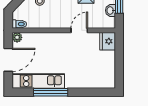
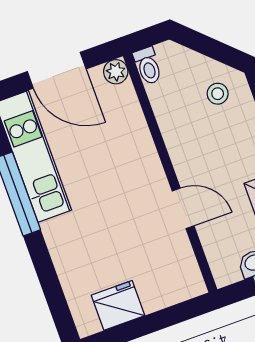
fridge: (108, 41) -> (118, 305), moved

